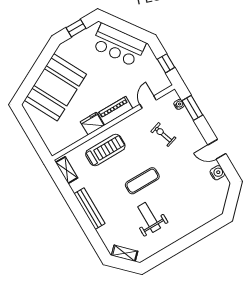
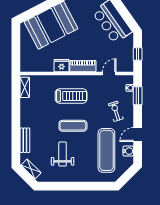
exercise bike: (163, 135) -> (116, 111), moved
door: (217, 149) -> (138, 135), hinge flipped
treadmill: (105, 150) -> (71, 96), moved
exercise mat: (194, 186) -> (106, 150), added
bench: (89, 209) -> (25, 140), moved, width x0.73

